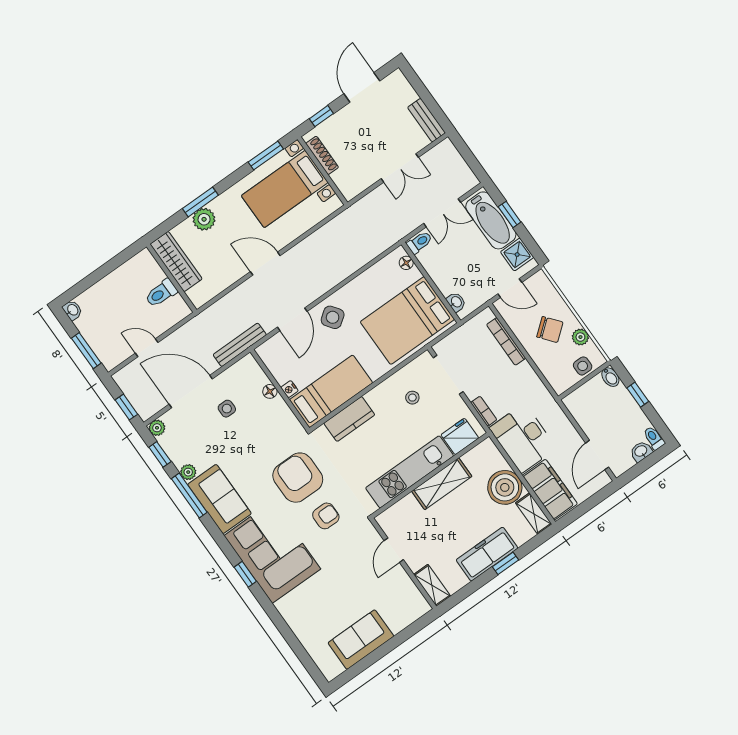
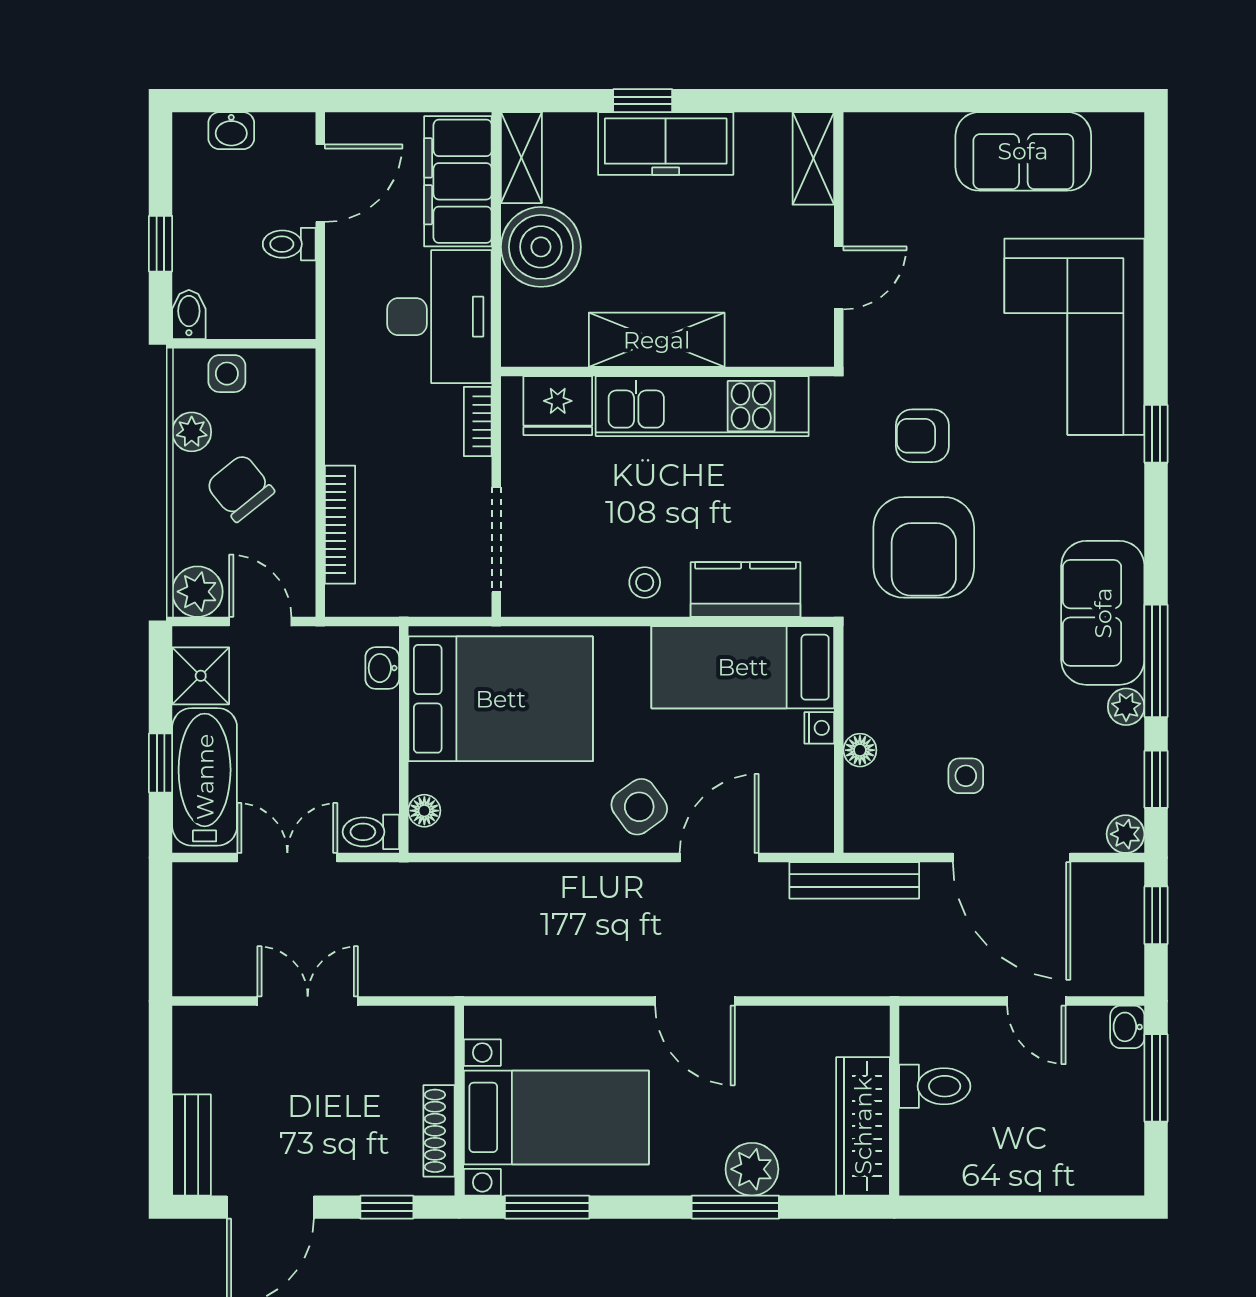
bench: (426, 120) -> (191, 1145), moved
plant: (539, 283) -> (197, 592), added
washbasin: (72, 310) -> (1127, 1027), moved
stool: (412, 398) -> (645, 582), moved
toilet: (654, 438) -> (289, 244), moved, turned 90
corner sofa: (272, 552) -> (1074, 337), moved

